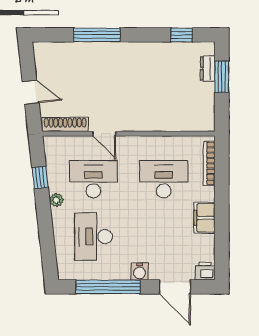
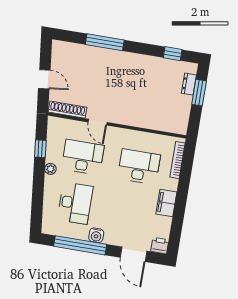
desk: (93, 237) -> (75, 203), turned 180
water cooler: (139, 272) -> (96, 235), moved

